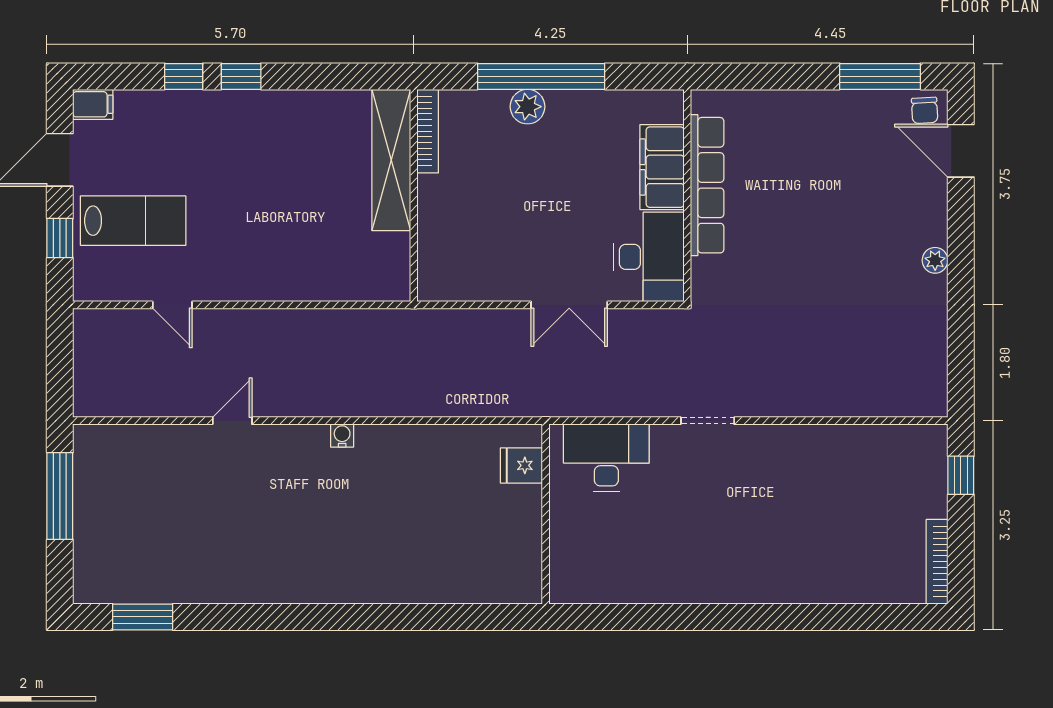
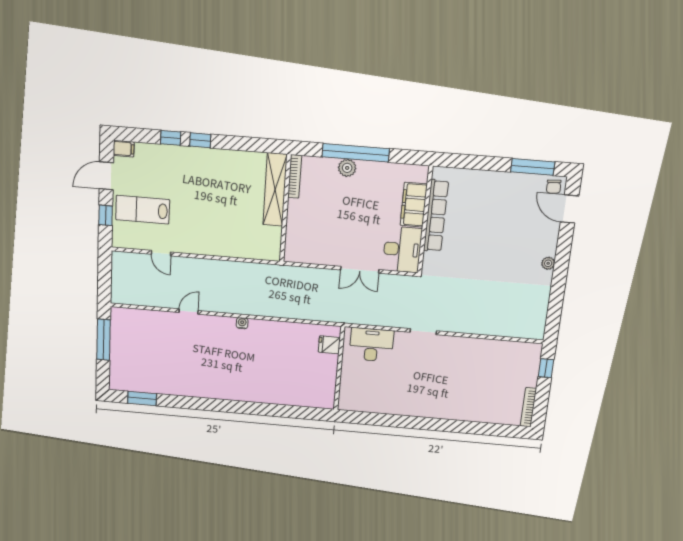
lab bench: (133, 221) -> (143, 210), turned 180

